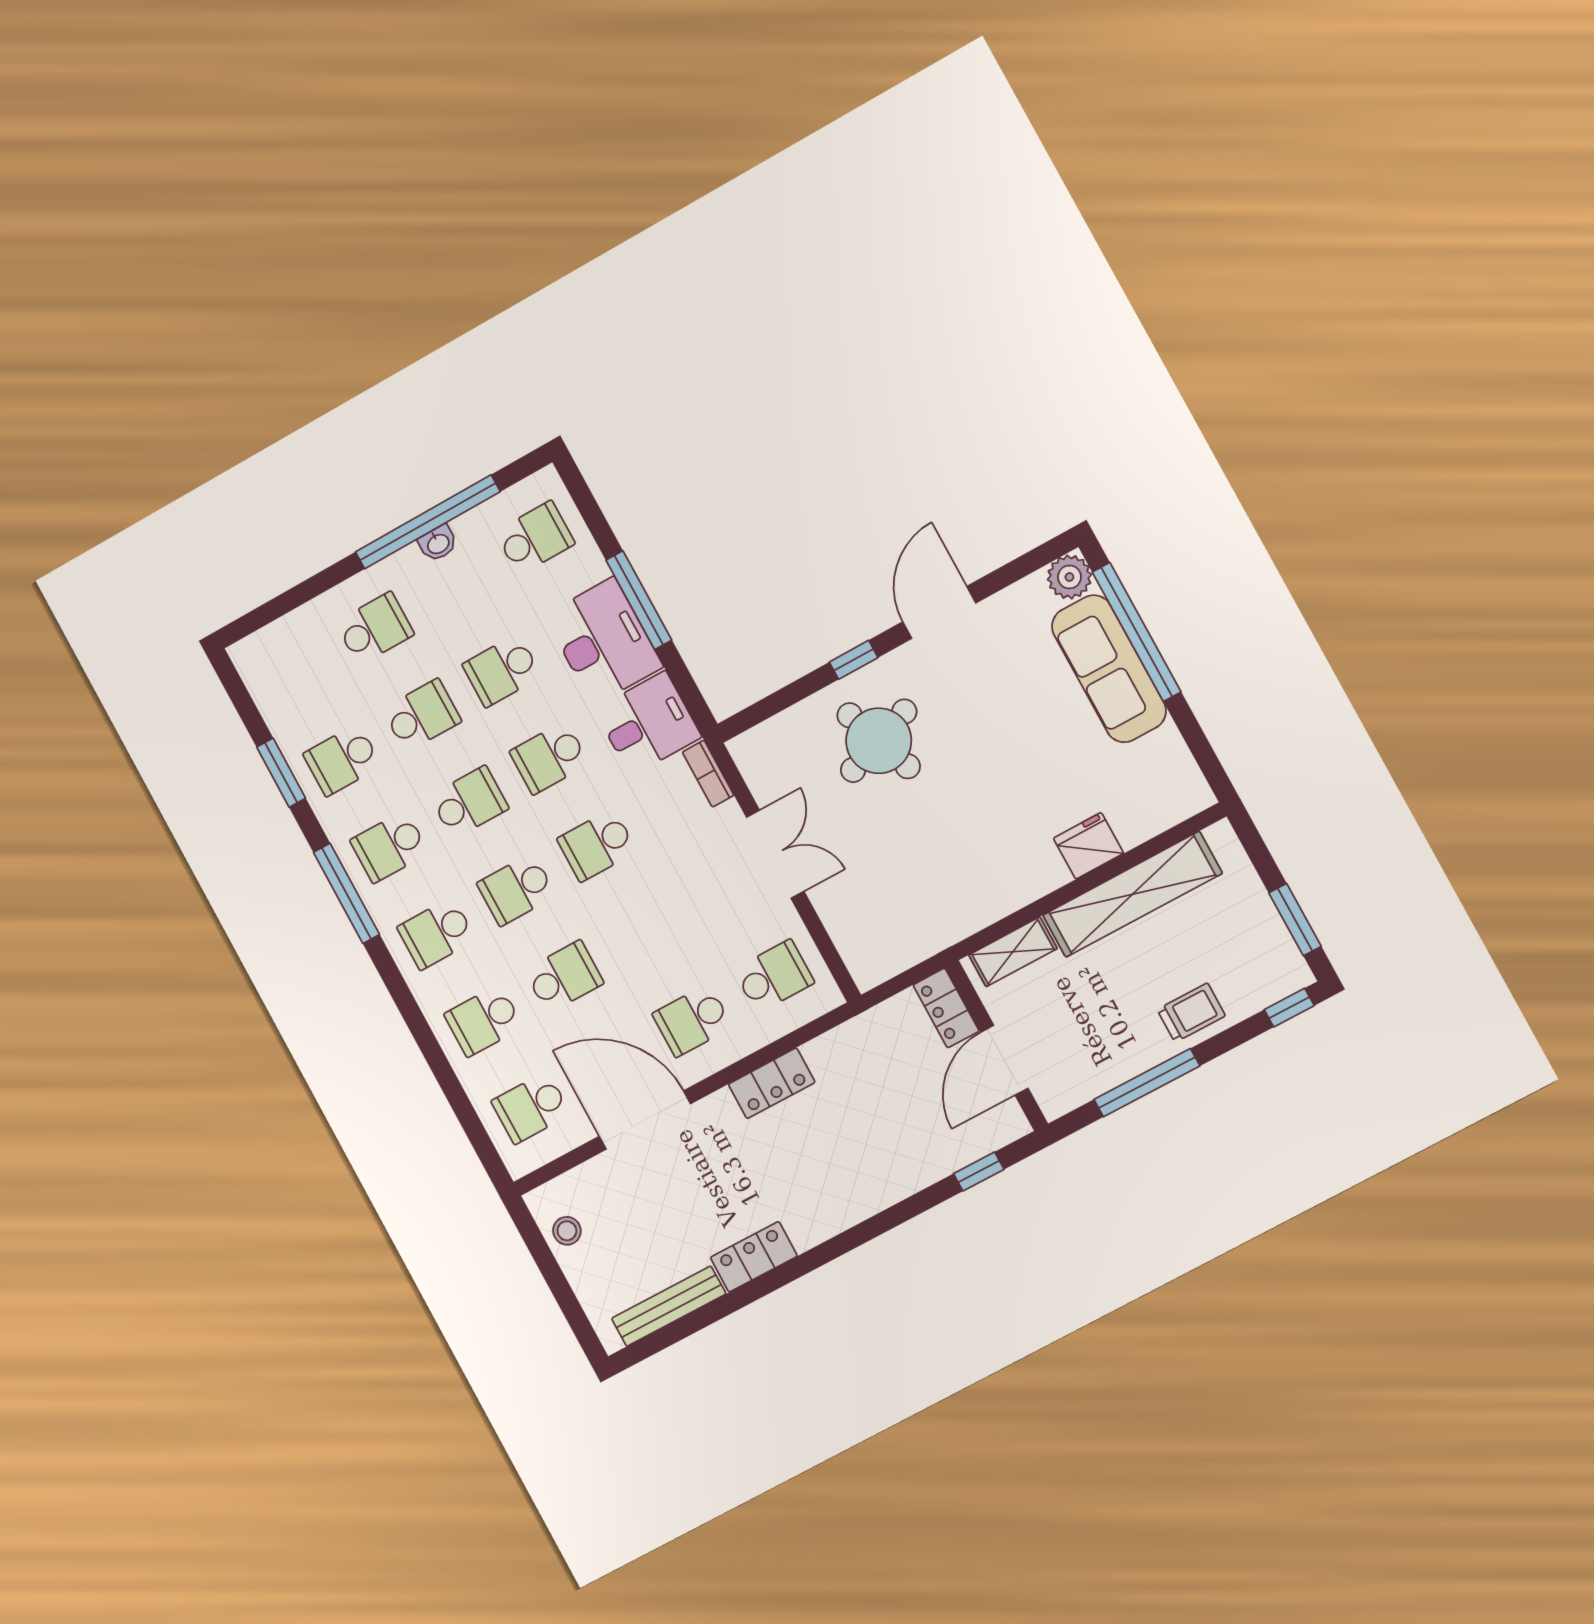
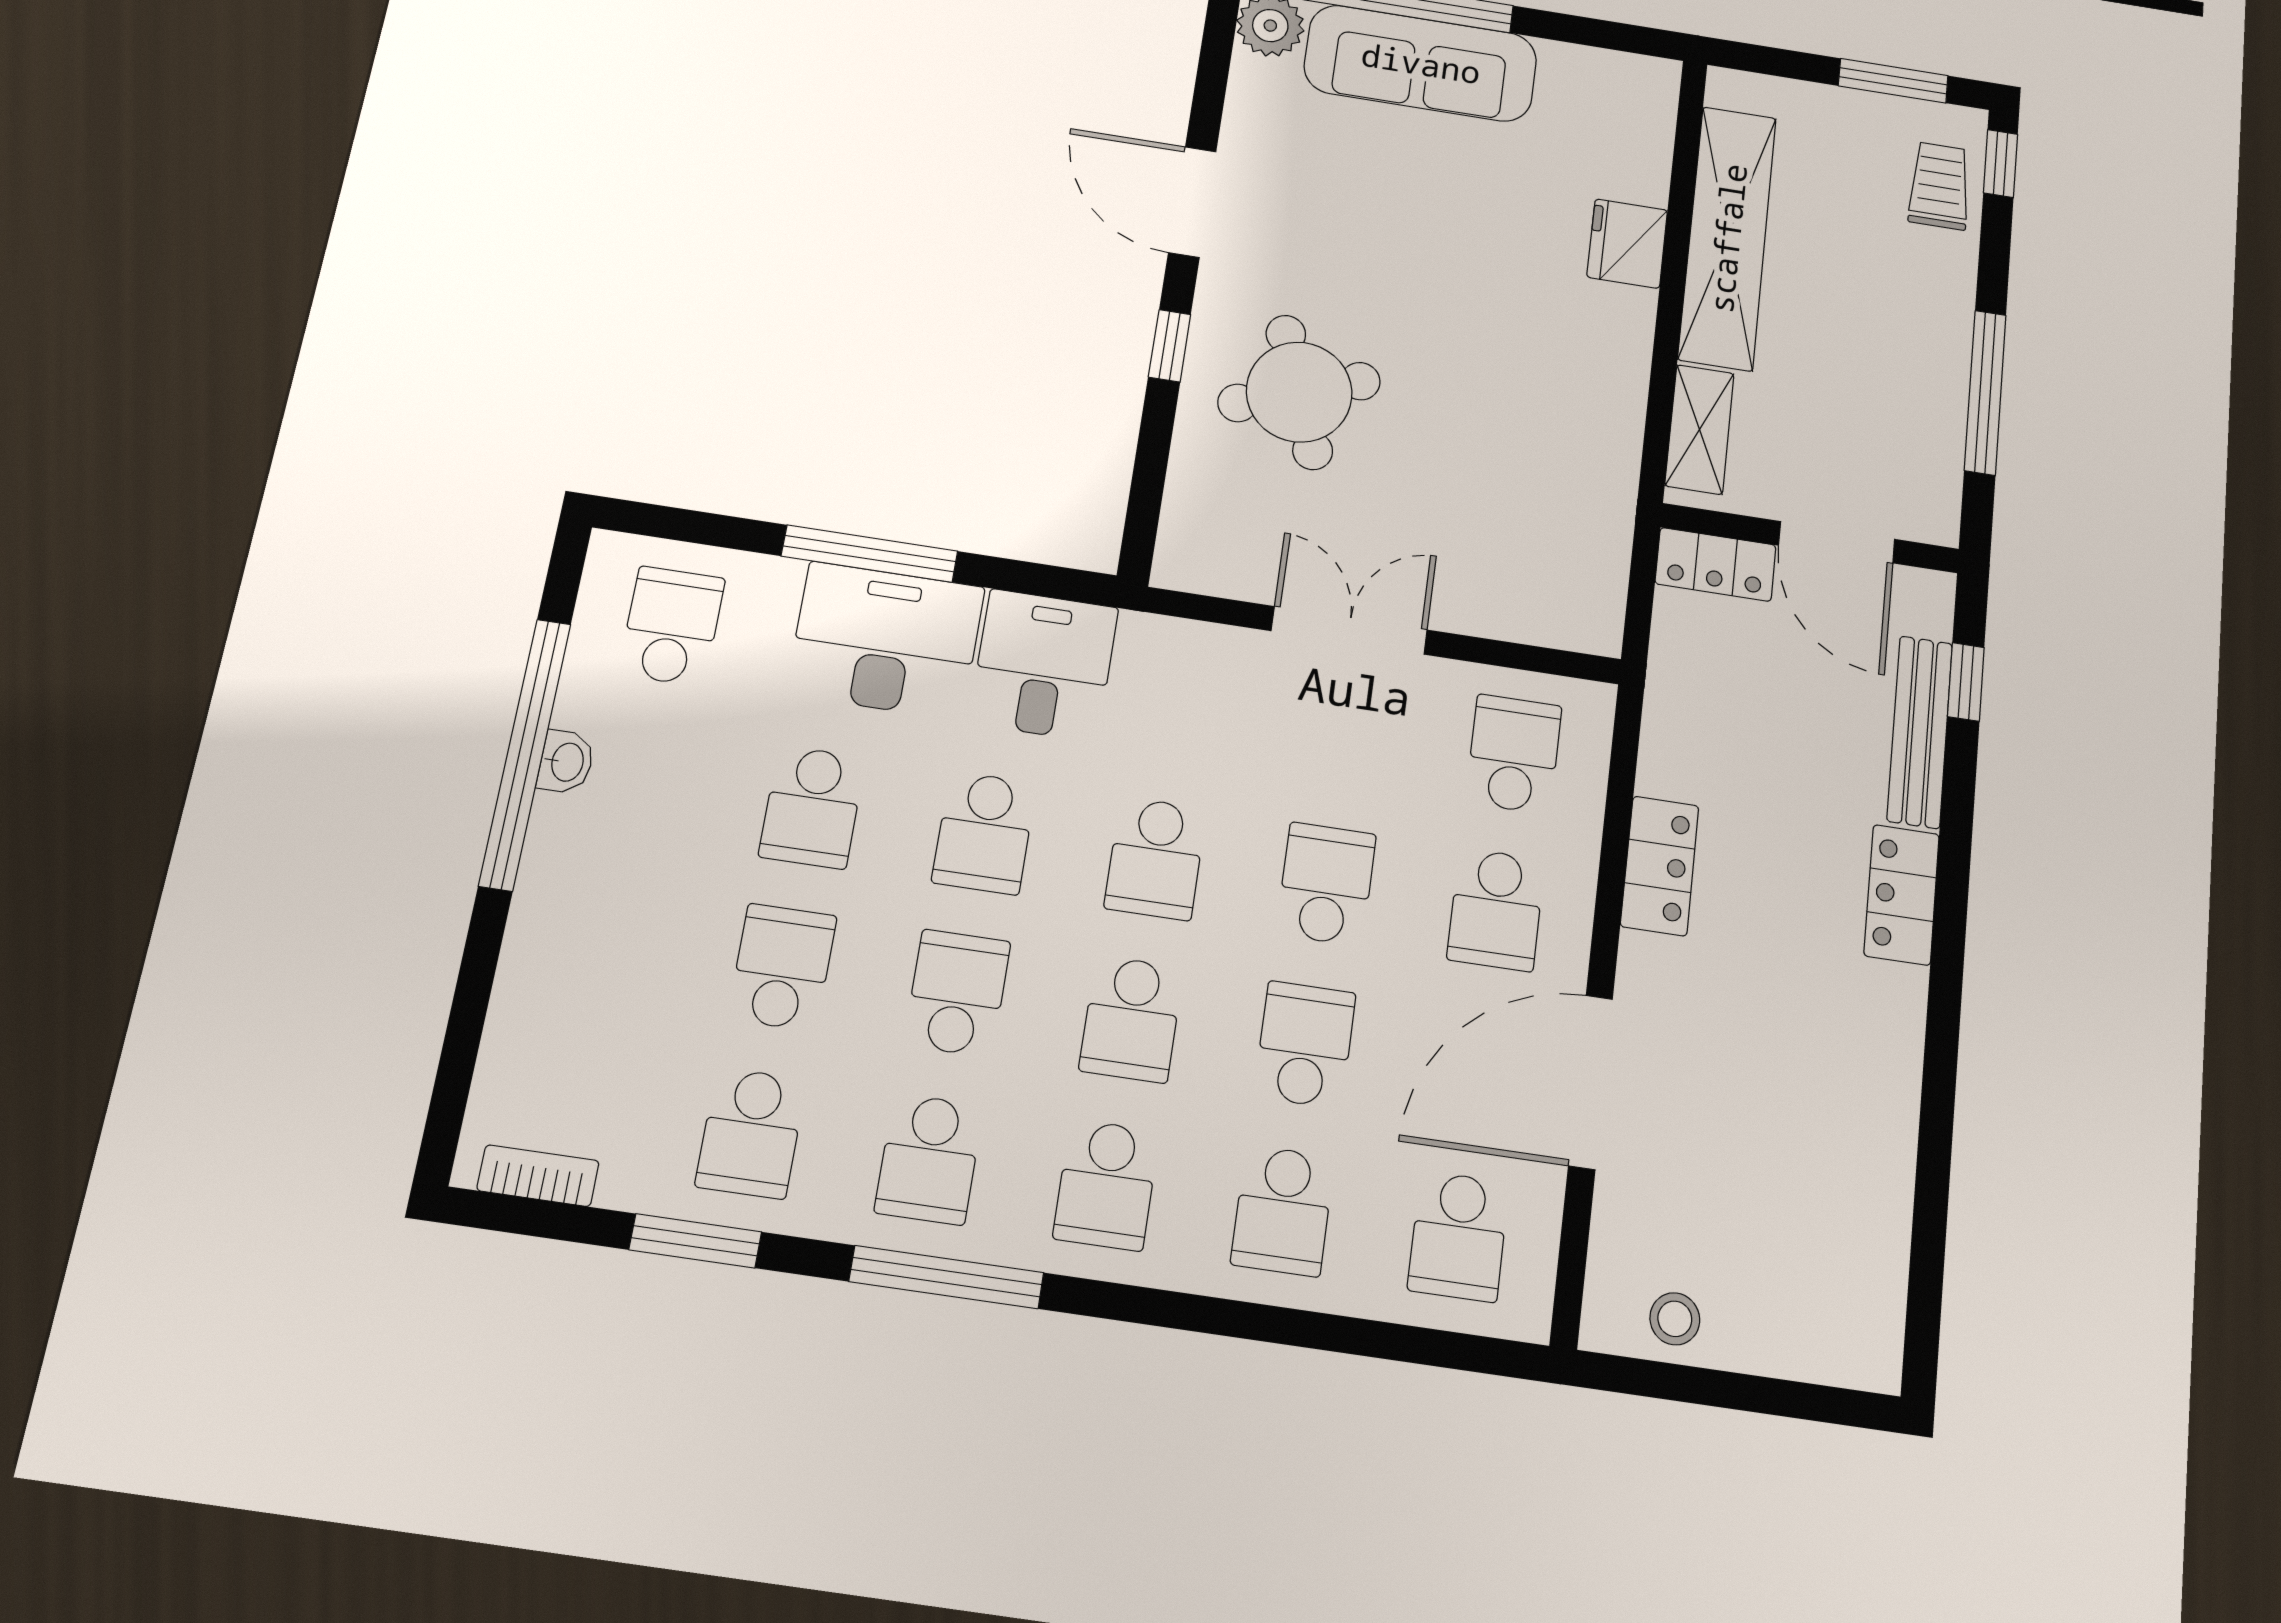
school desk: (375, 628) -> (1326, 884), moved
bookcase: (708, 774) -> (538, 1176), moved, turned 180
trolley: (1191, 1013) -> (1939, 186), moved
locker: (754, 1257) -> (1902, 895), moved
bench: (669, 1306) -> (1920, 732), moved

